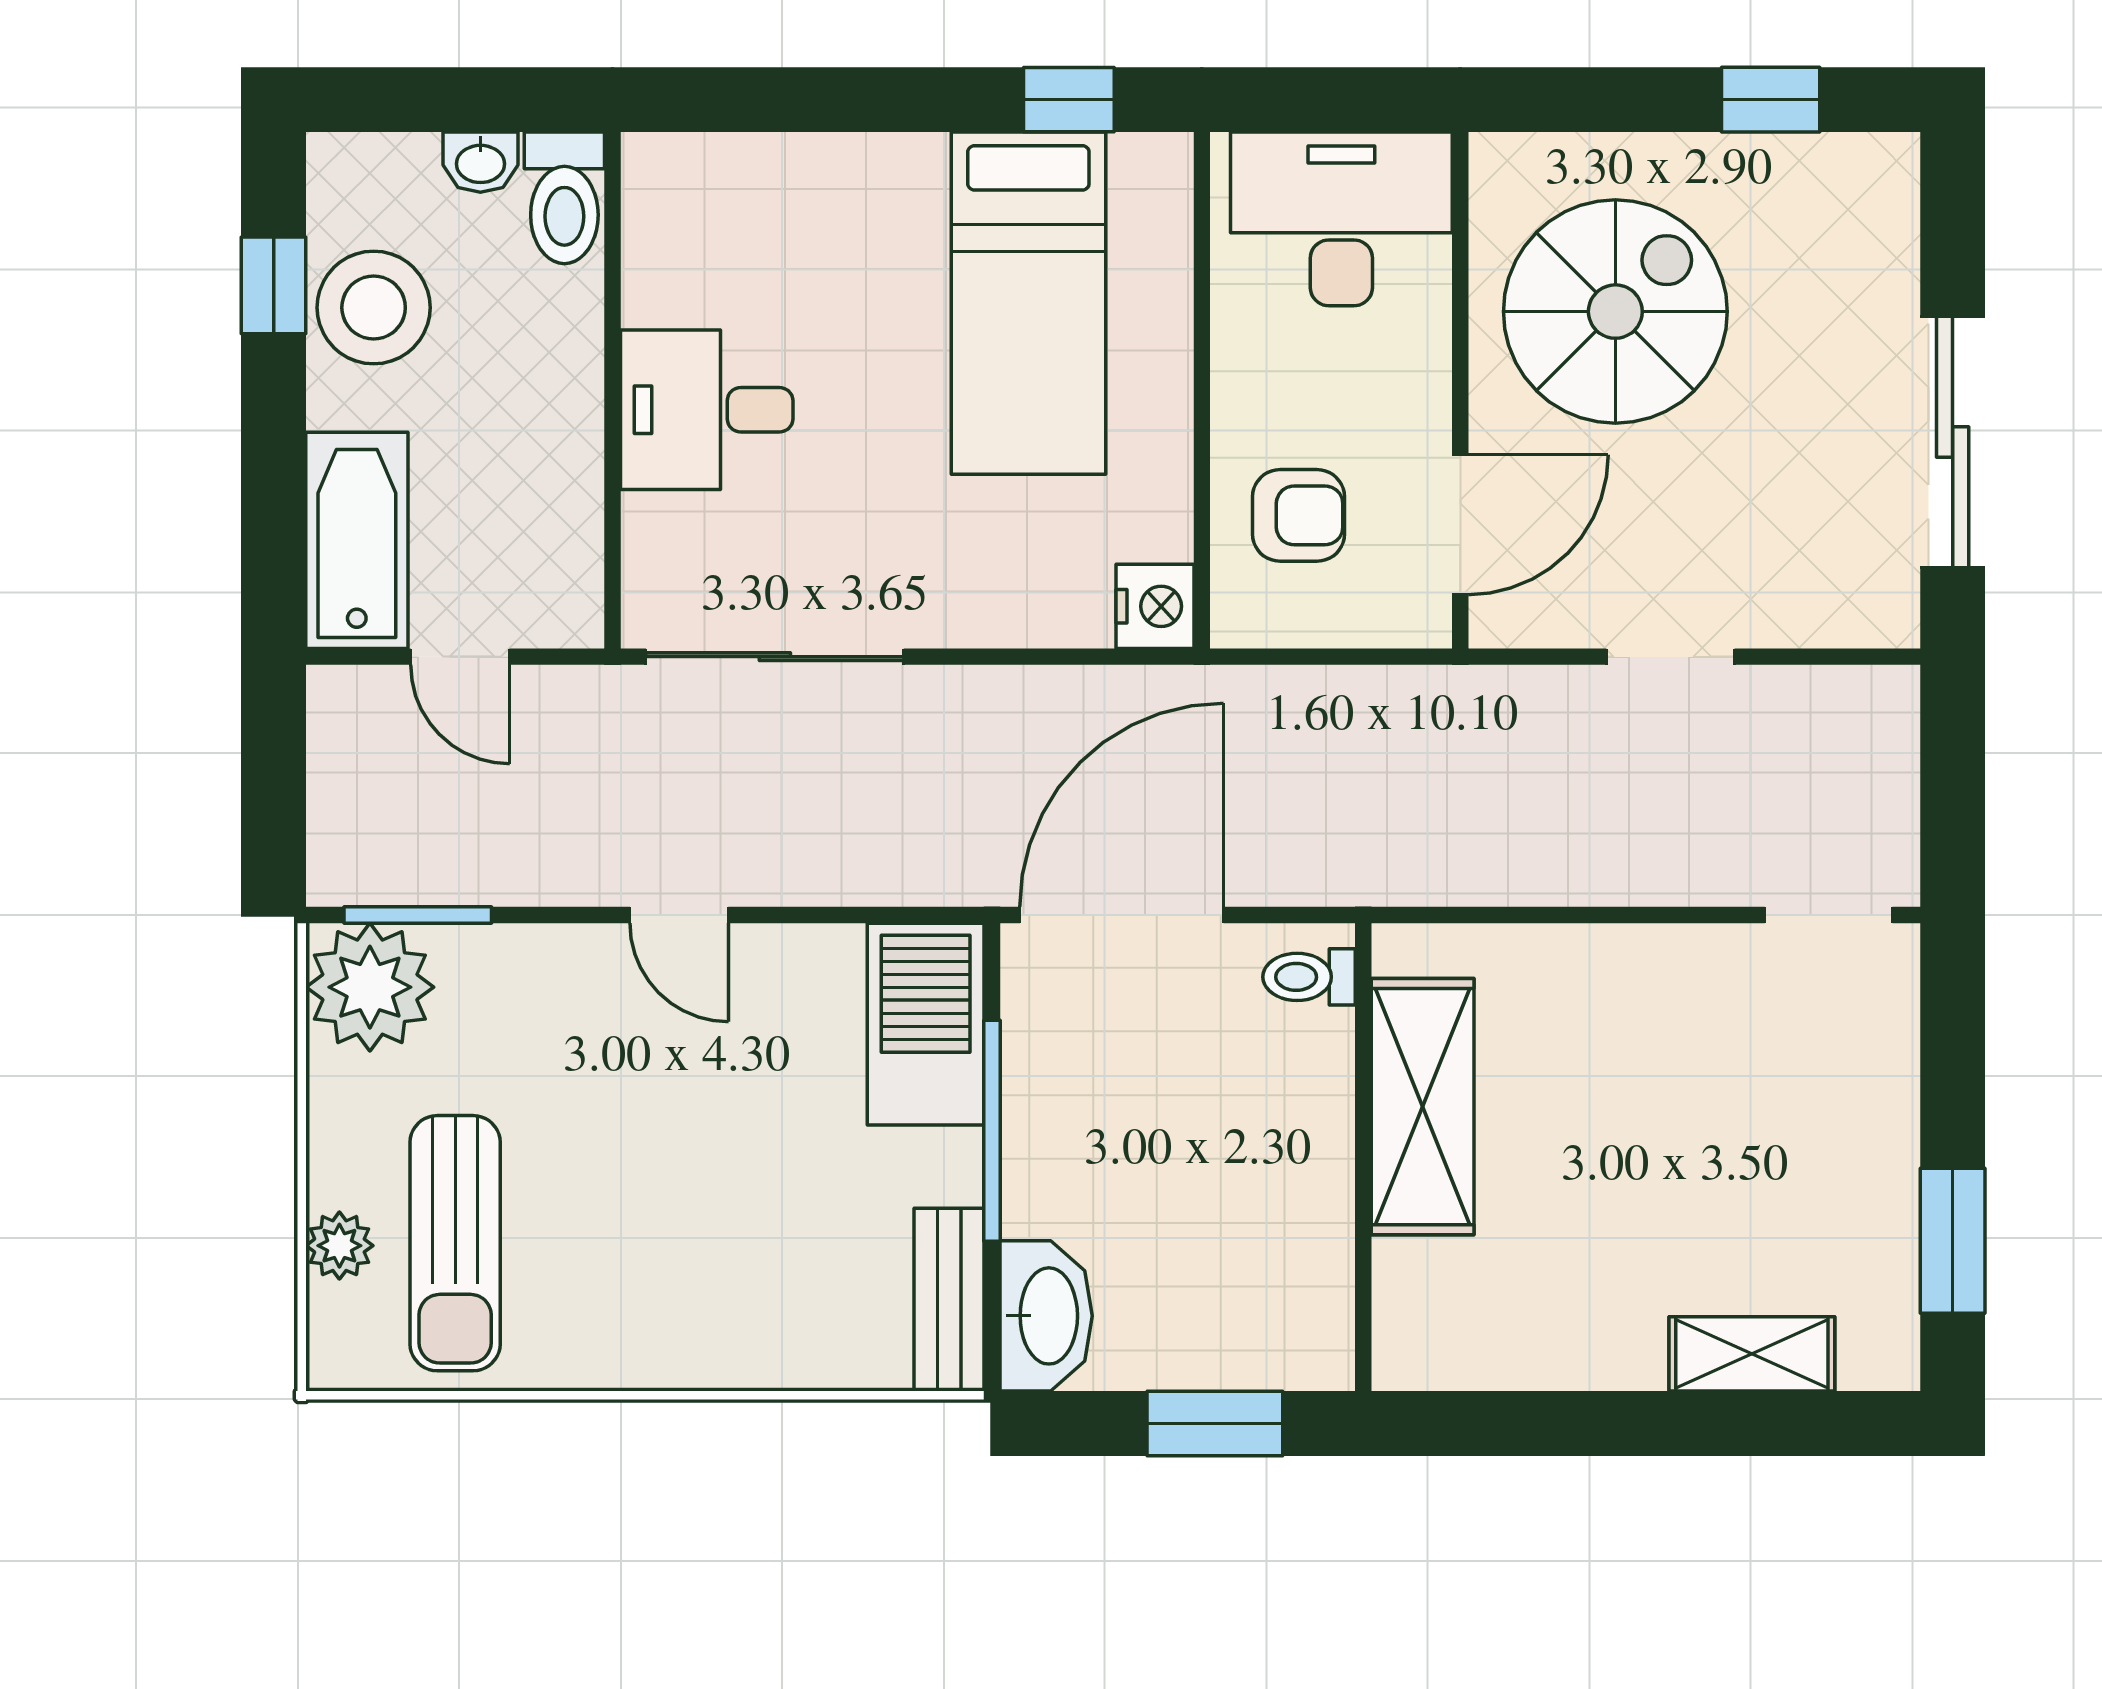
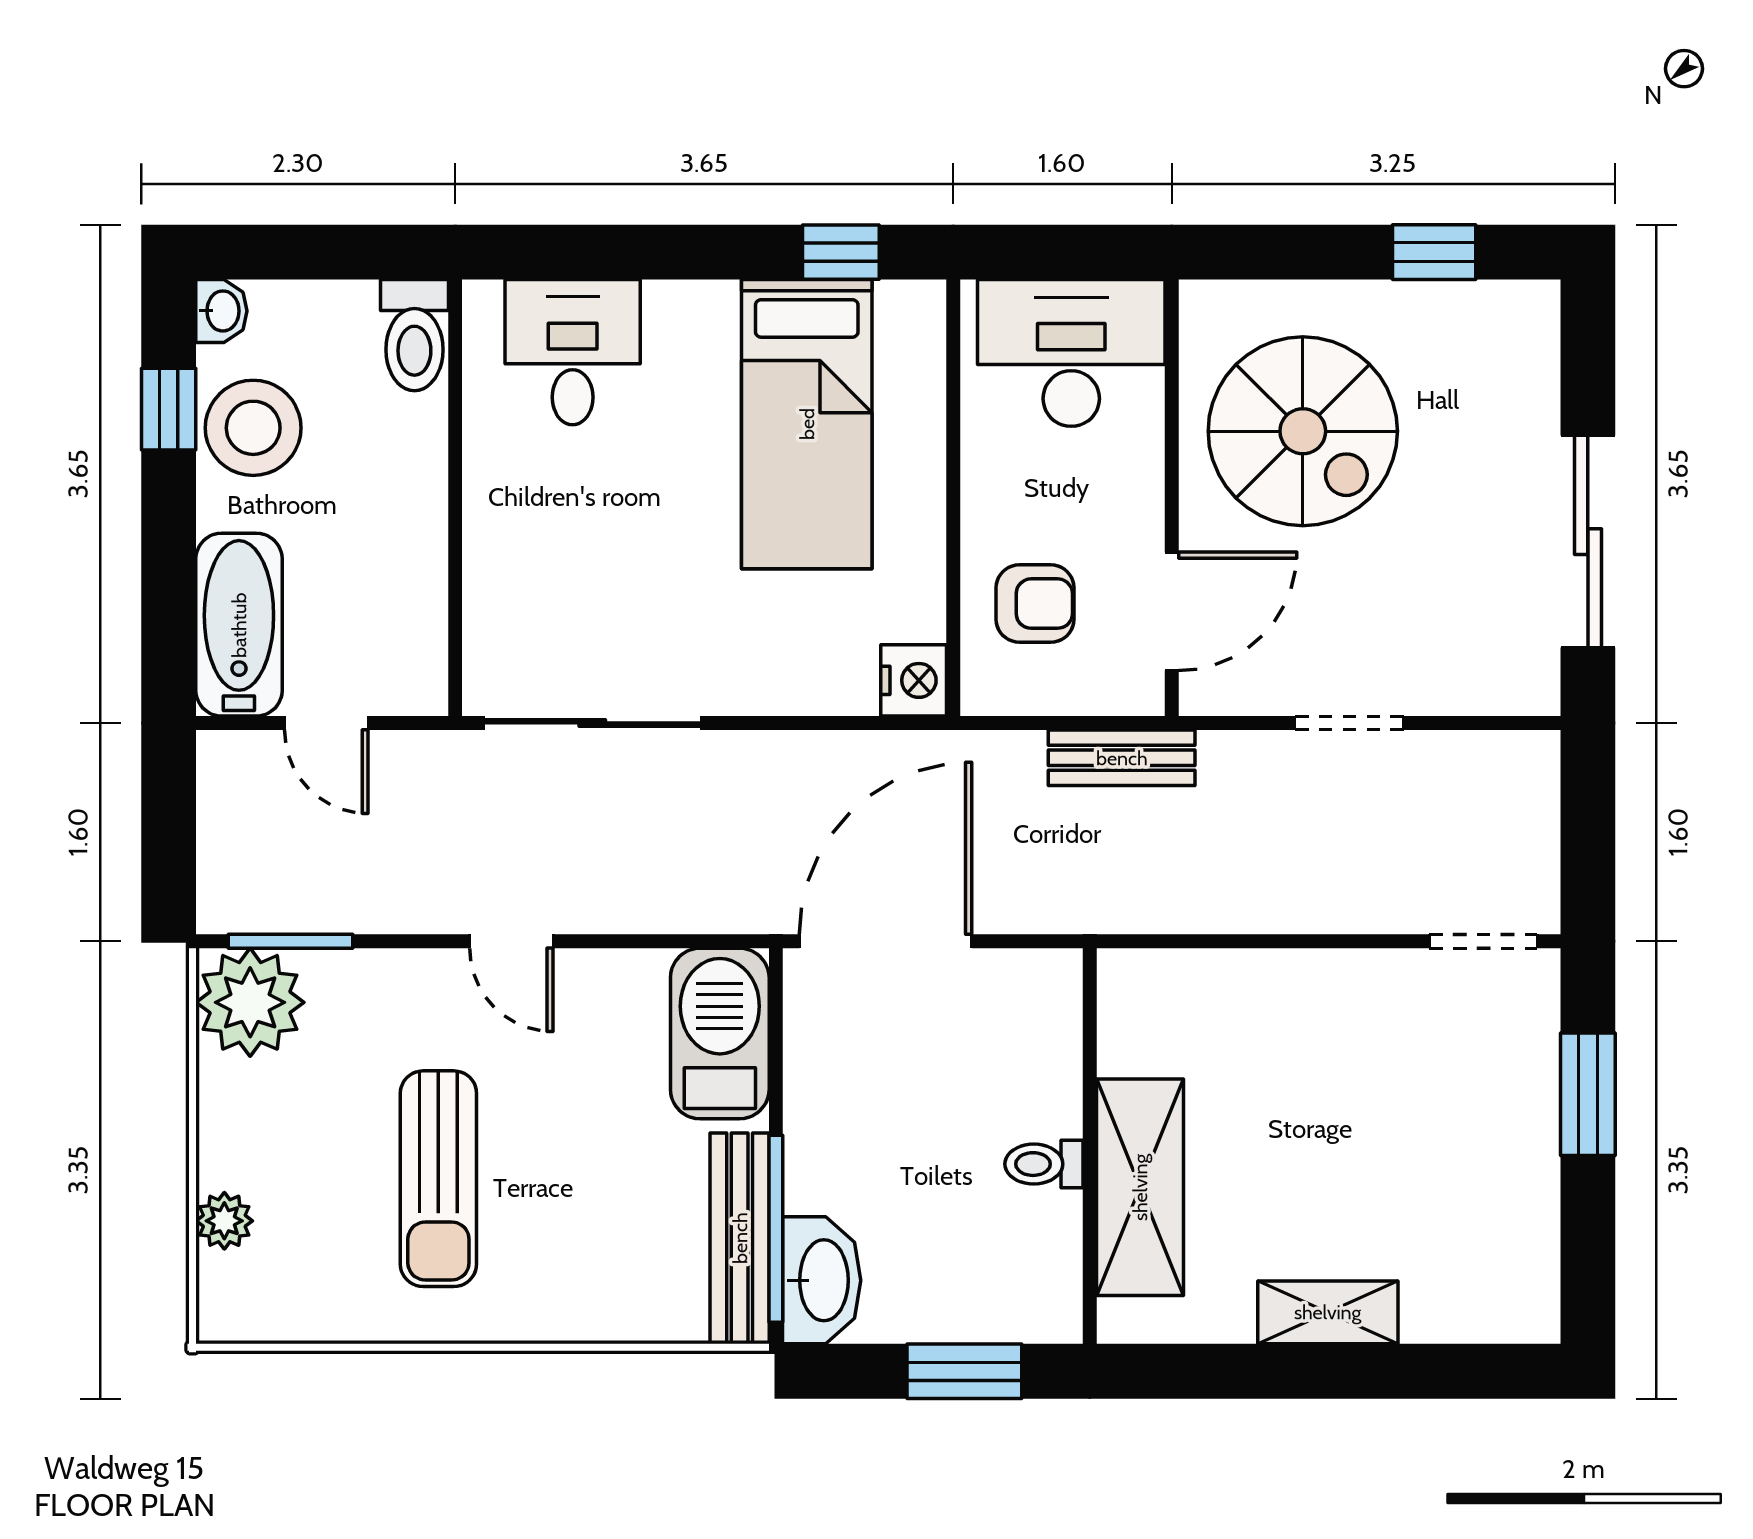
washbasin: (480, 162) -> (221, 311), moved, turned -90
spiral stairs: (1615, 312) -> (1303, 431), turned 90
desk: (707, 410) -> (573, 352), moved, turned 90
bench: (1401, 698) -> (1122, 758), added
toilet: (1309, 977) -> (1044, 1164), moved
shelving: (1423, 1107) -> (1140, 1187), moved
window: (992, 1131) -> (776, 1229), moved
window: (1953, 1241) -> (1588, 1094), moved
sun lounger: (455, 1243) -> (438, 1179), moved
bench: (949, 1300) -> (740, 1238), width x1.36
shelving: (1752, 1354) -> (1328, 1312), moved

